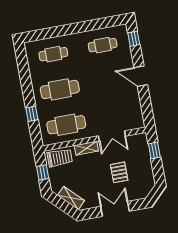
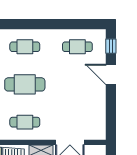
door: (141, 76) -> (111, 74), moved
cafe table: (66, 125) -> (25, 122), width x0.73, depth x0.74

